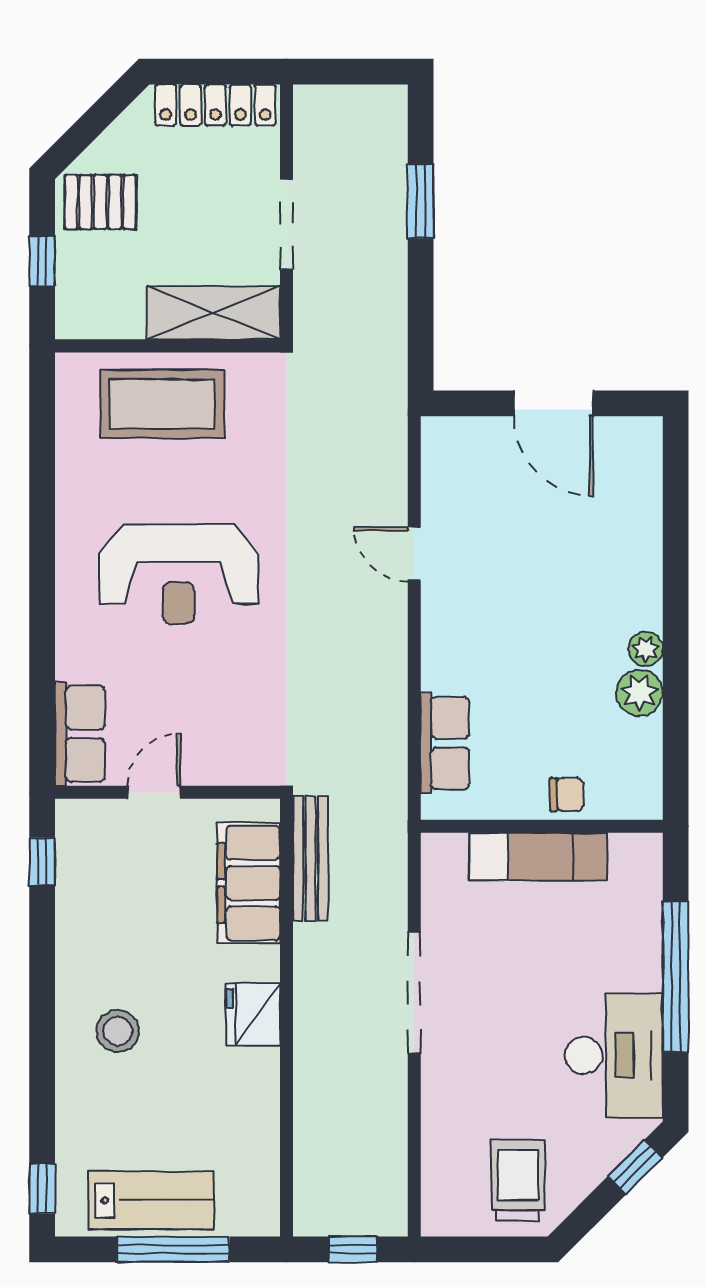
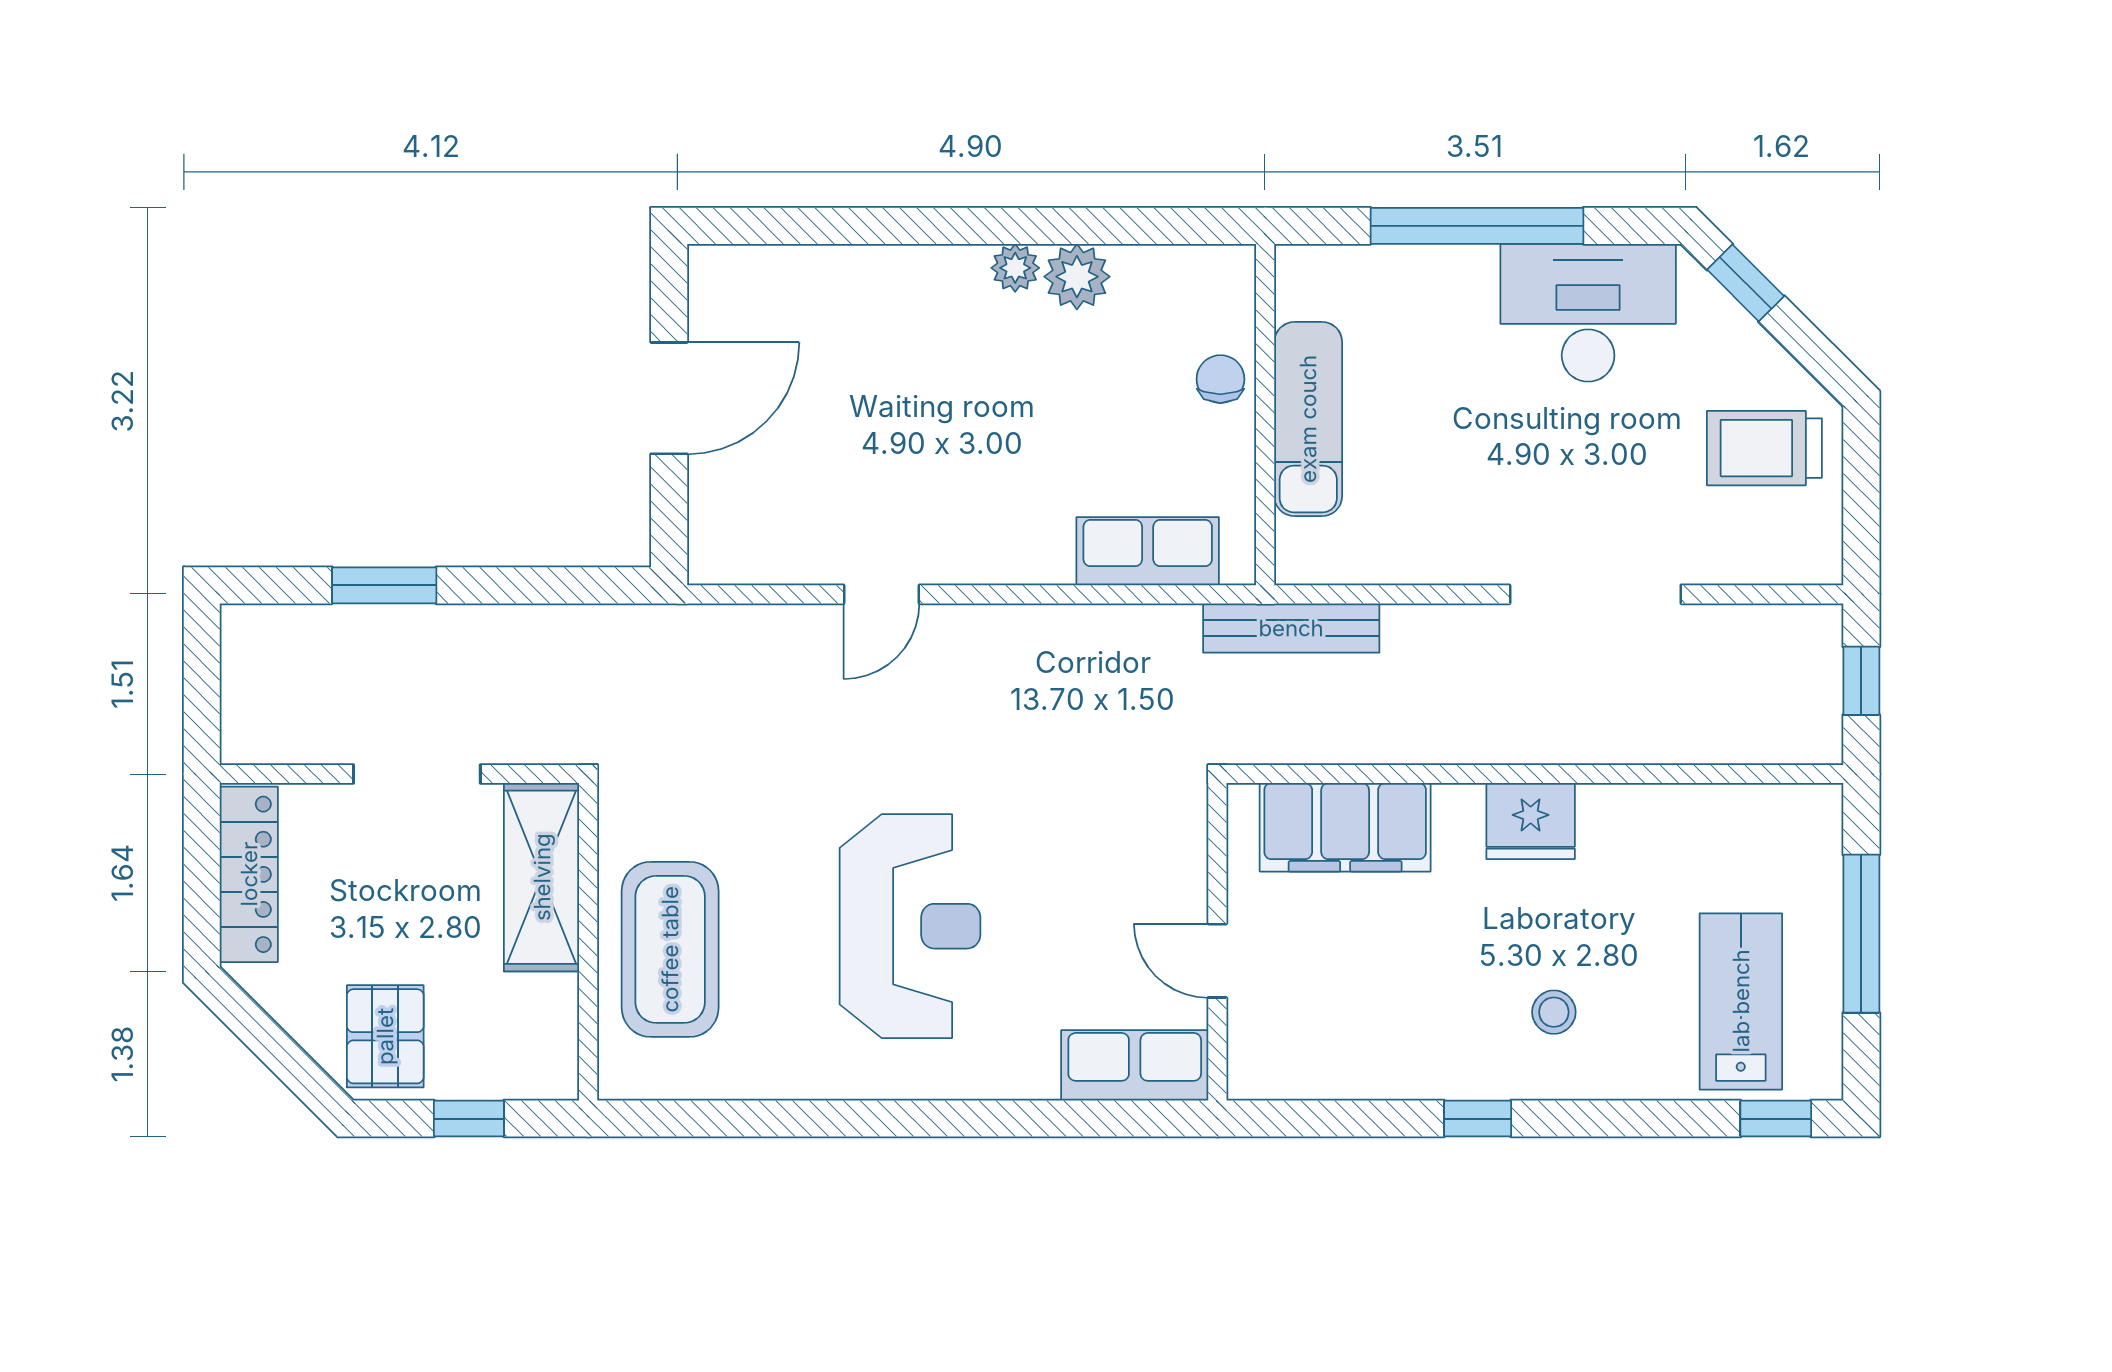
bench: (310, 858) -> (1291, 628), moved
window: (42, 862) -> (1478, 1119), moved
doorway: (414, 993) -> (1595, 594), moved
stool: (118, 1031) -> (1554, 1012), width x0.73, depth x0.73
lab bench: (151, 1200) -> (1741, 1001), moved

